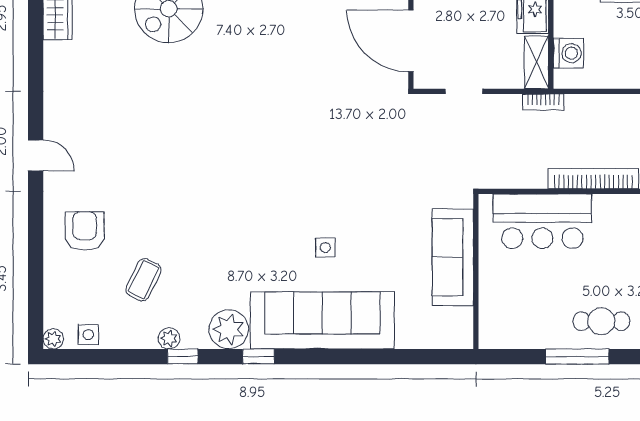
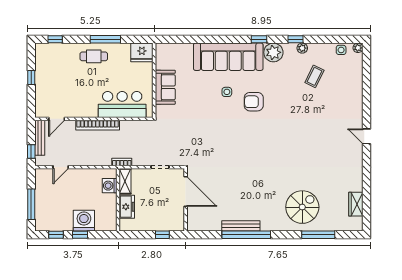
armchair: (85, 231) -> (254, 102), moved, turned 90
sofa: (453, 257) -> (165, 87), width x0.73
fridge: (501, 330) -> (142, 52), added

